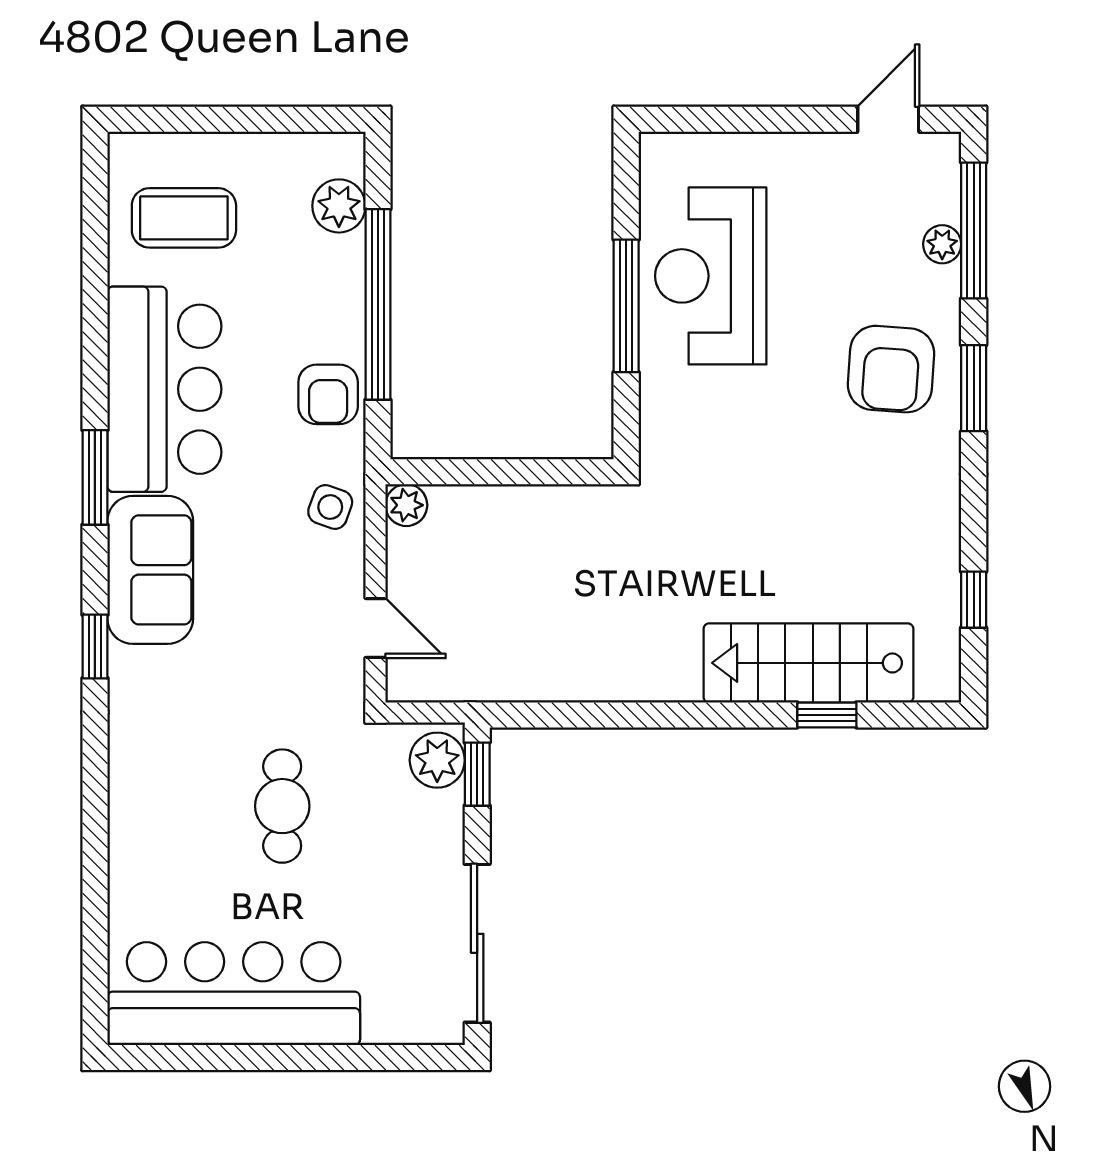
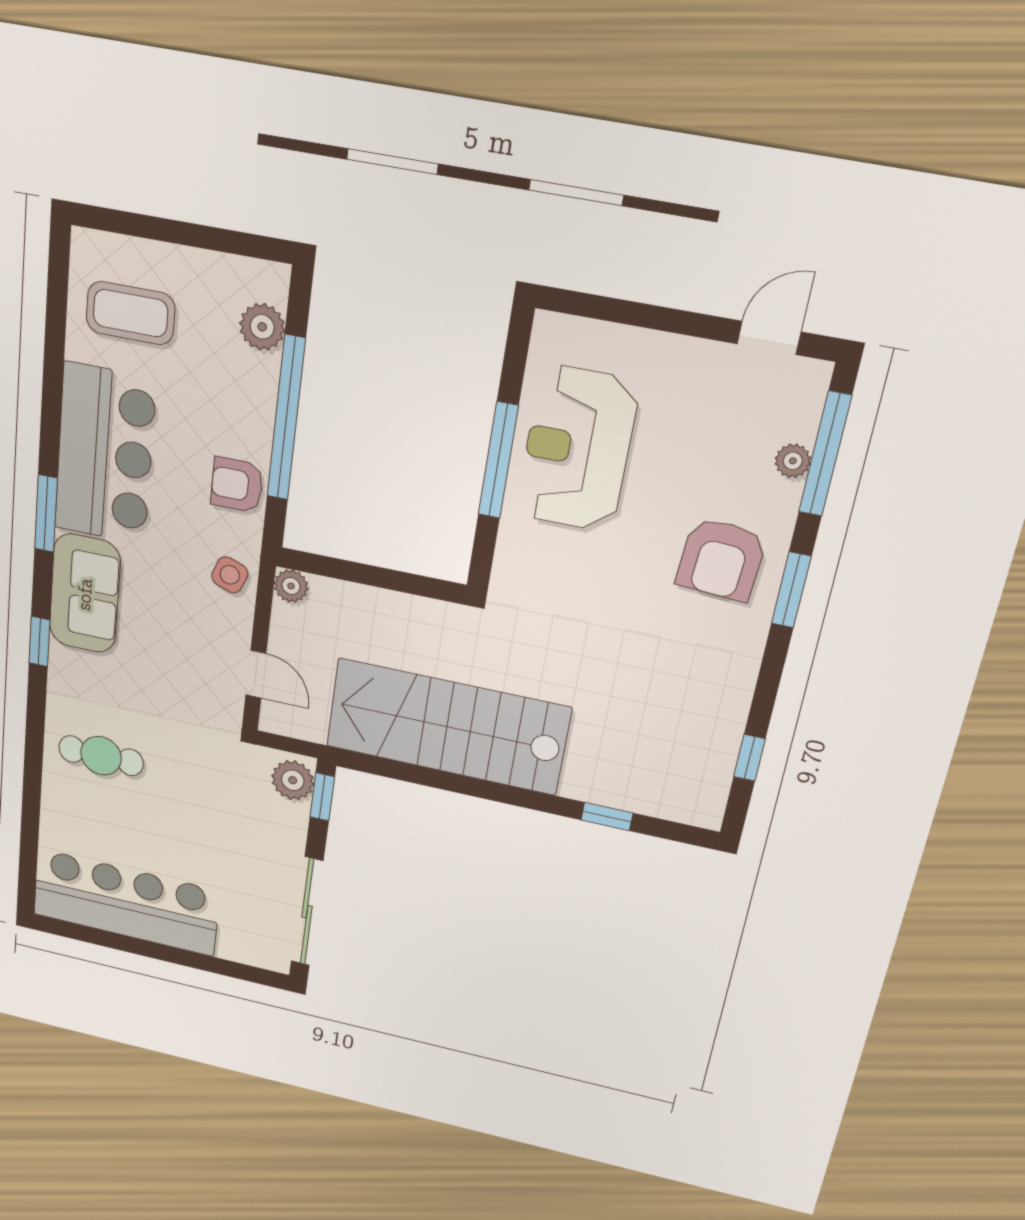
armchair: (328, 394) -> (237, 485), turned 90
stairs: (808, 663) -> (447, 727), moved, width x1.36, depth x1.51
cafe table: (282, 806) -> (101, 756), moved, turned 90

